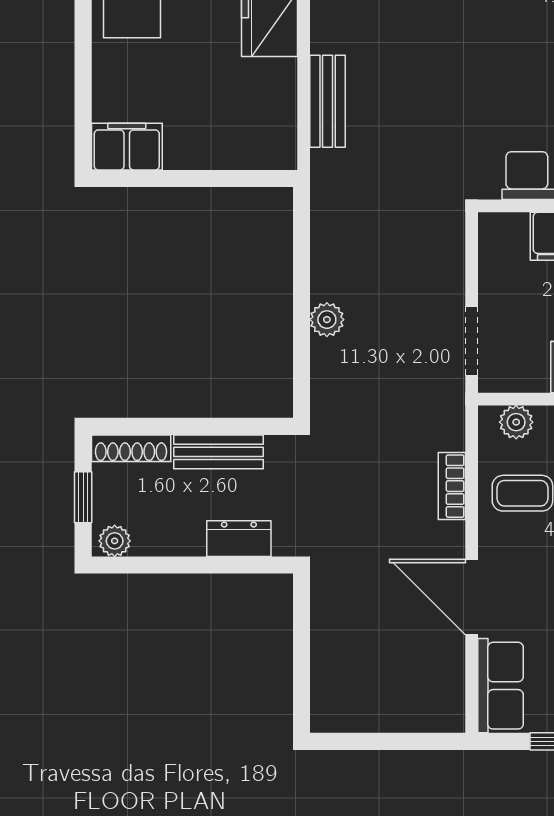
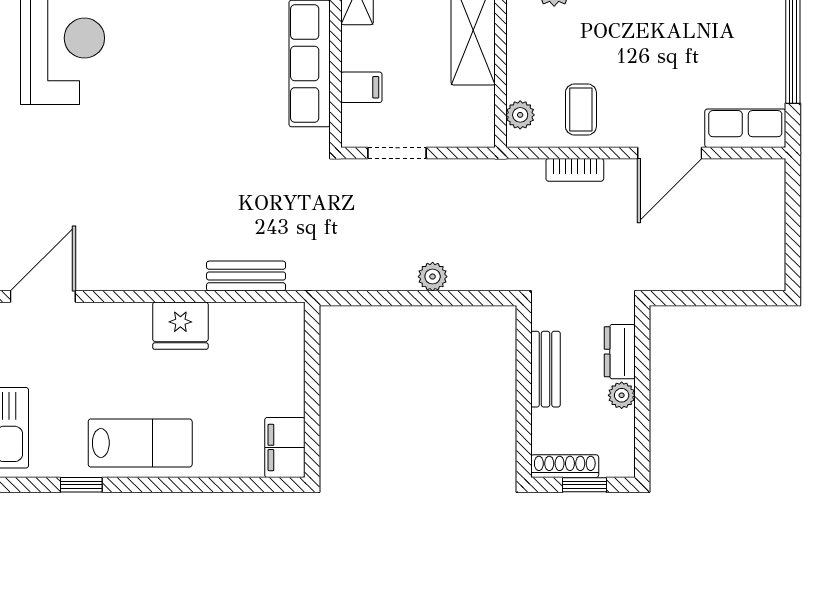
doorway: (472, 341) -> (397, 153), moved
shoe rack: (131, 448) -> (565, 466), moved, turned -90
plant: (115, 541) -> (622, 395), moved

